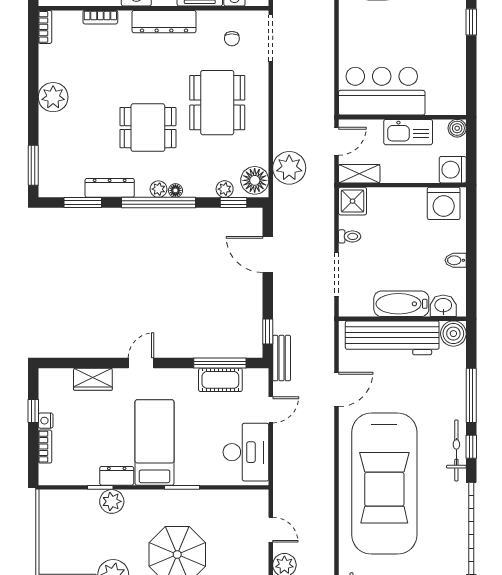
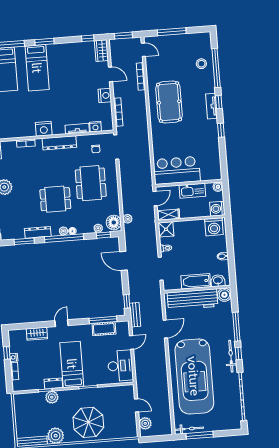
plant: (289, 168) -> (128, 219), width x0.53, depth x0.53

